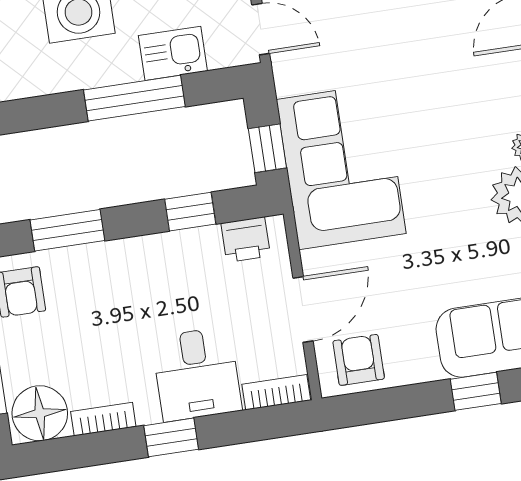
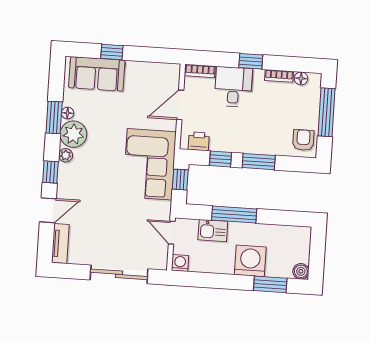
window: (67, 230) -> (259, 162), moved
armchair: (359, 360) -> (161, 77), removed
floor lamp: (40, 413) -> (301, 78), width x0.53, depth x0.53

